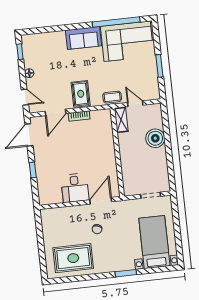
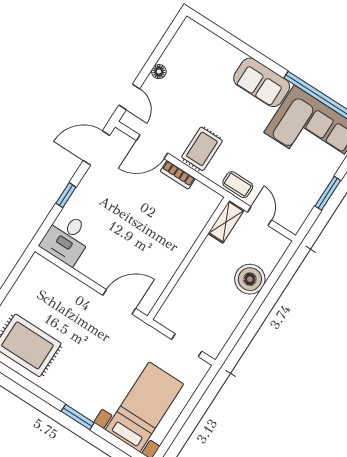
window: (20, 52) -> (169, 36), removed
desk: (75, 188) -> (67, 238), moved
chair: (97, 229) -> (86, 333), removed

